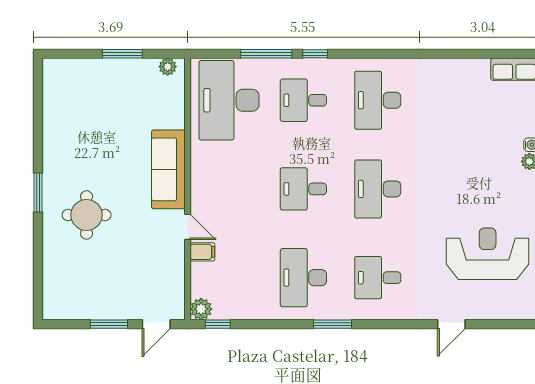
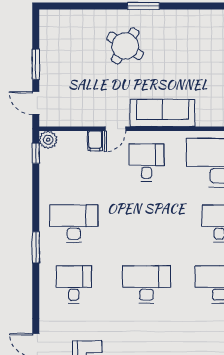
desk: (303, 189) -> (146, 163), moved
round table: (87, 215) -> (125, 46), turned 33

